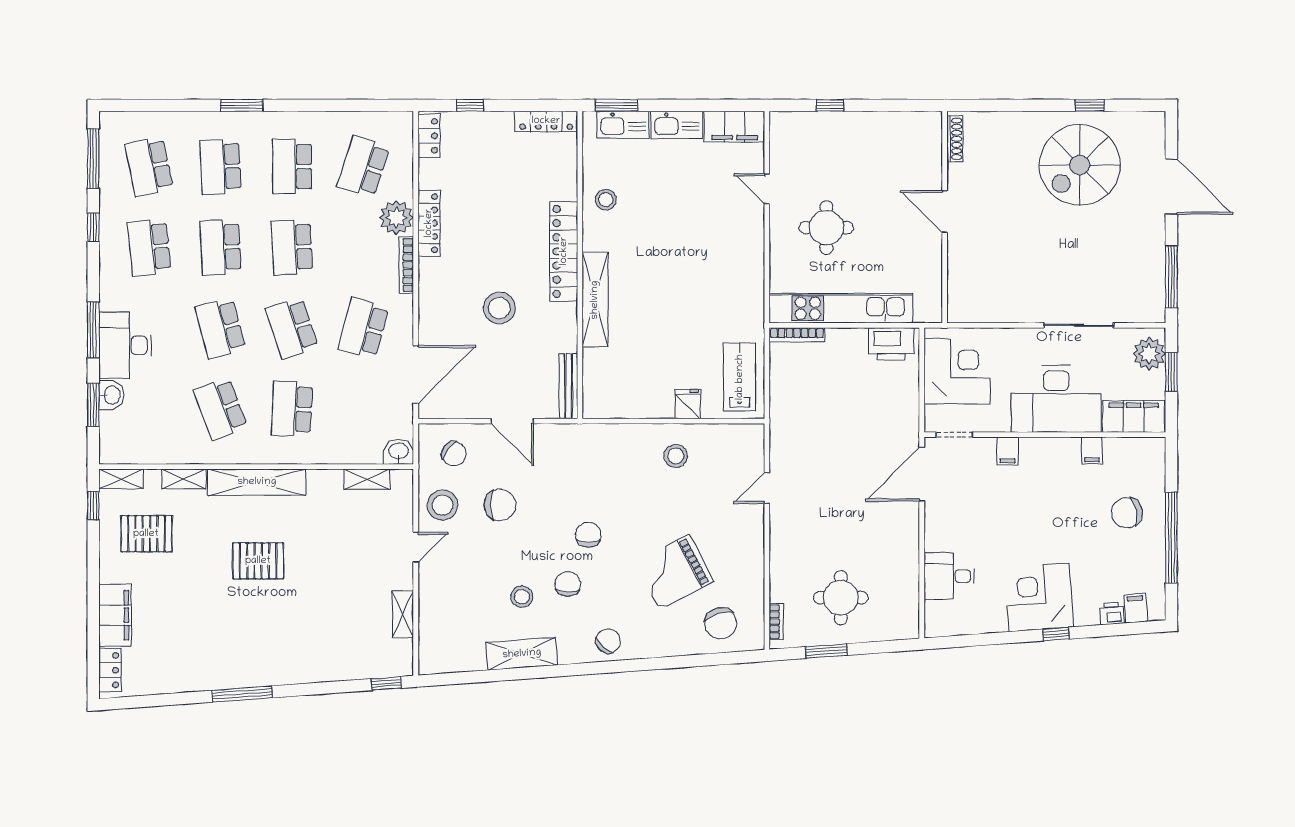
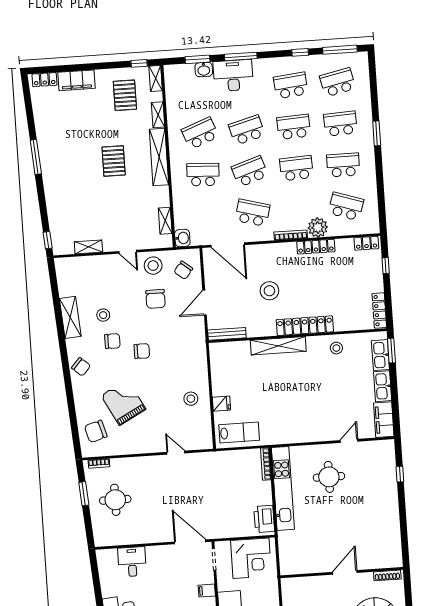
shoe rack: (955, 139) -> (387, 575), moved
door: (945, 212) -> (345, 572), moved
wall: (945, 217) -> (342, 573), moved

